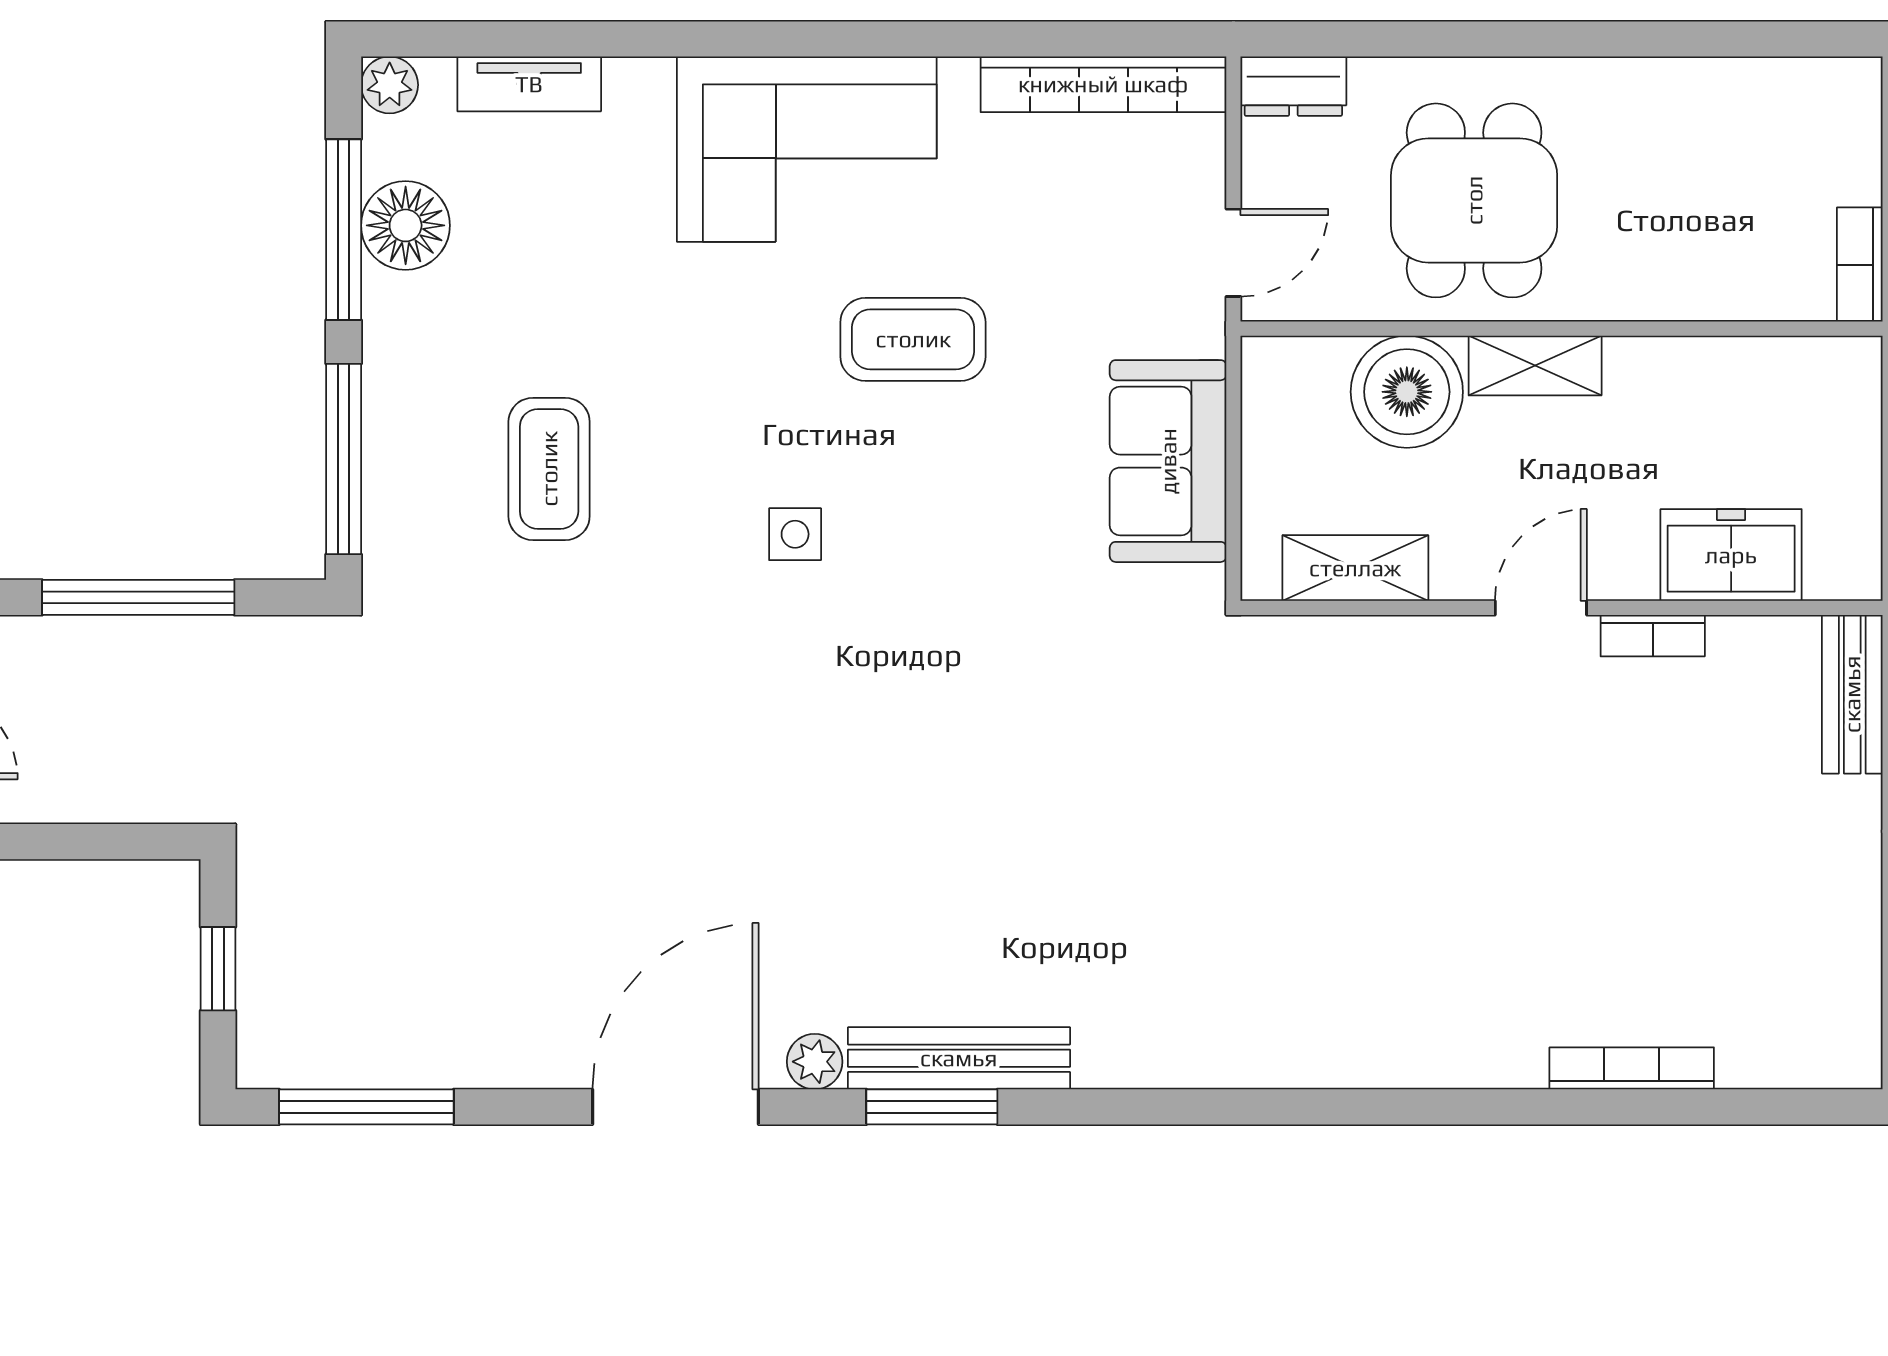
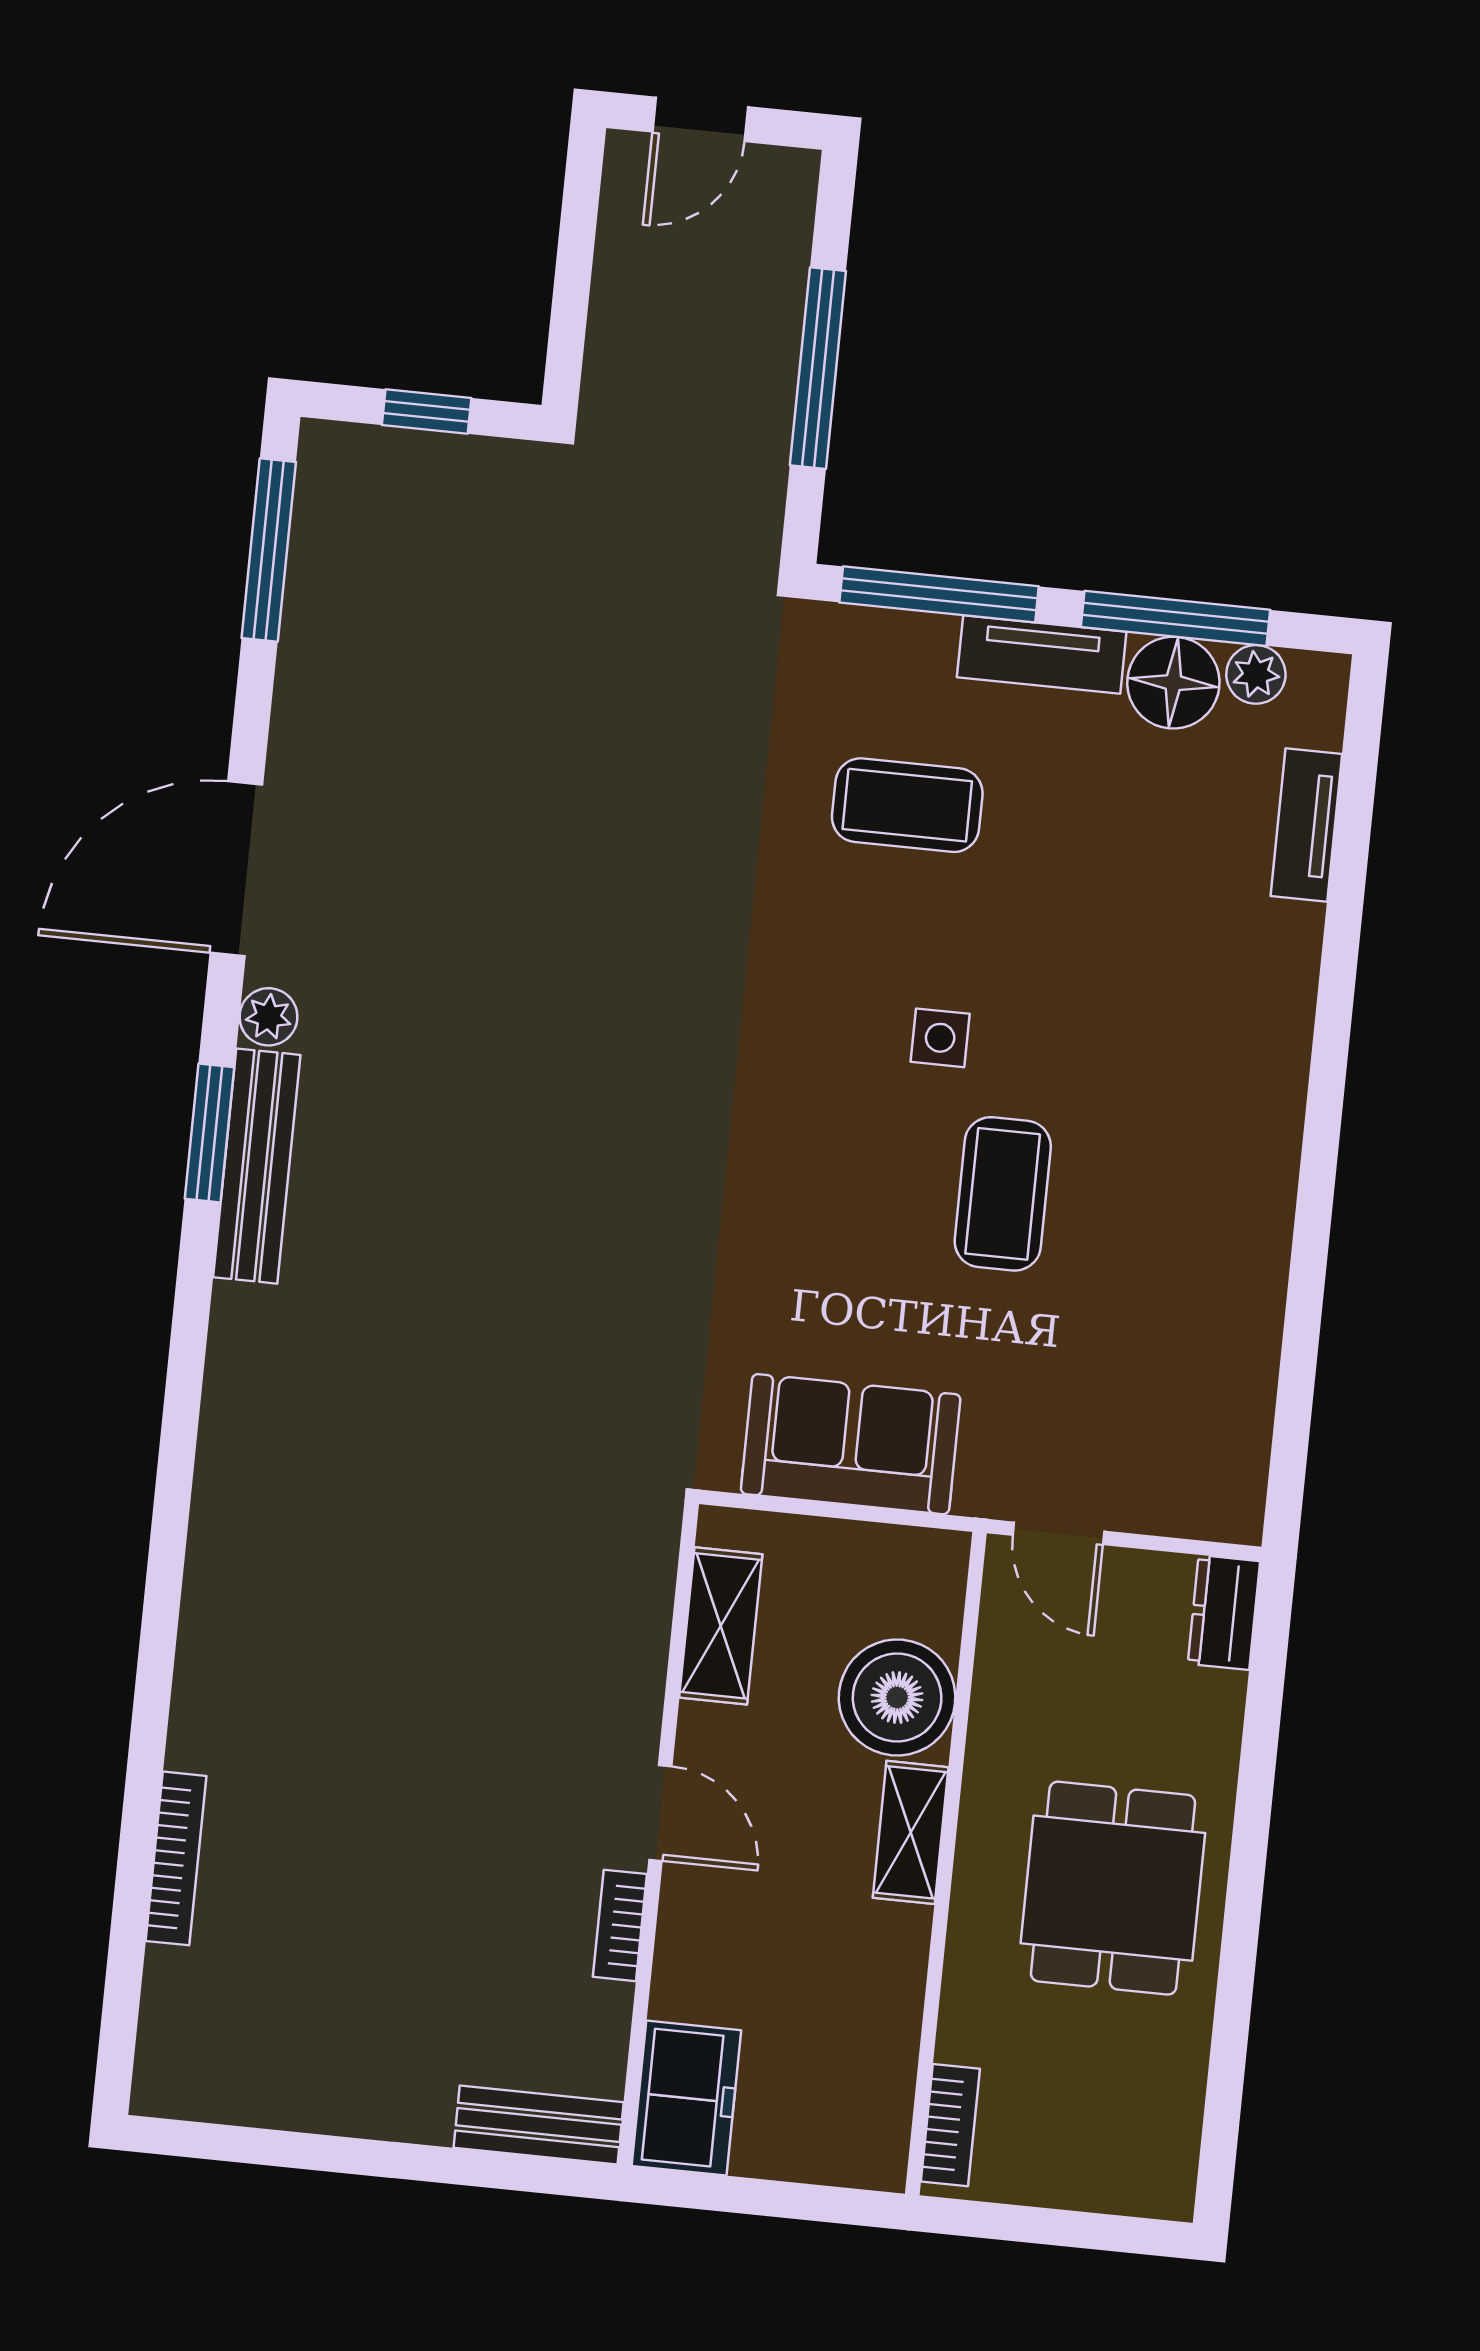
bookcase: (1103, 84) -> (1246, 1417), removed
plant: (390, 85) -> (1256, 674), moved
corner sofa: (807, 149) -> (1210, 1104), removed
dining table: (1474, 200) -> (1113, 1888), moved, turned 90
bookcase: (1860, 265) -> (950, 2125), moved, turned 90
tv unit: (391, 355) -> (1042, 654), added
side table: (795, 534) -> (940, 1038), moved
freezer: (1731, 555) -> (686, 2098), moved
door: (676, 1107) -> (236, 869), swing flipped

